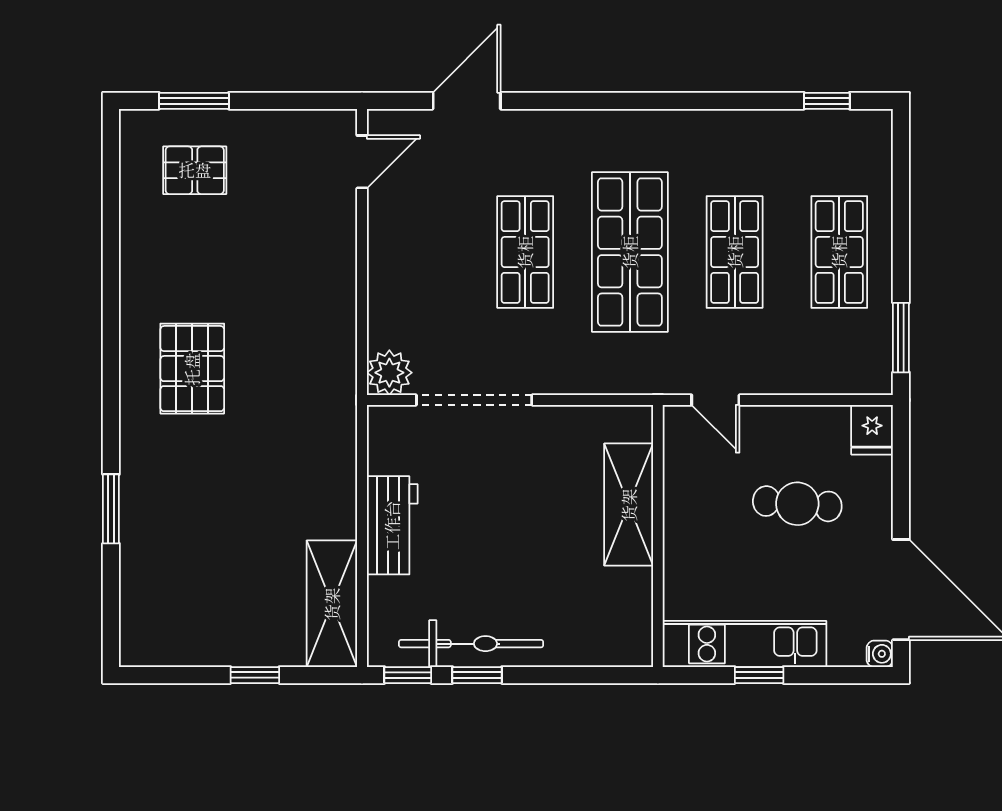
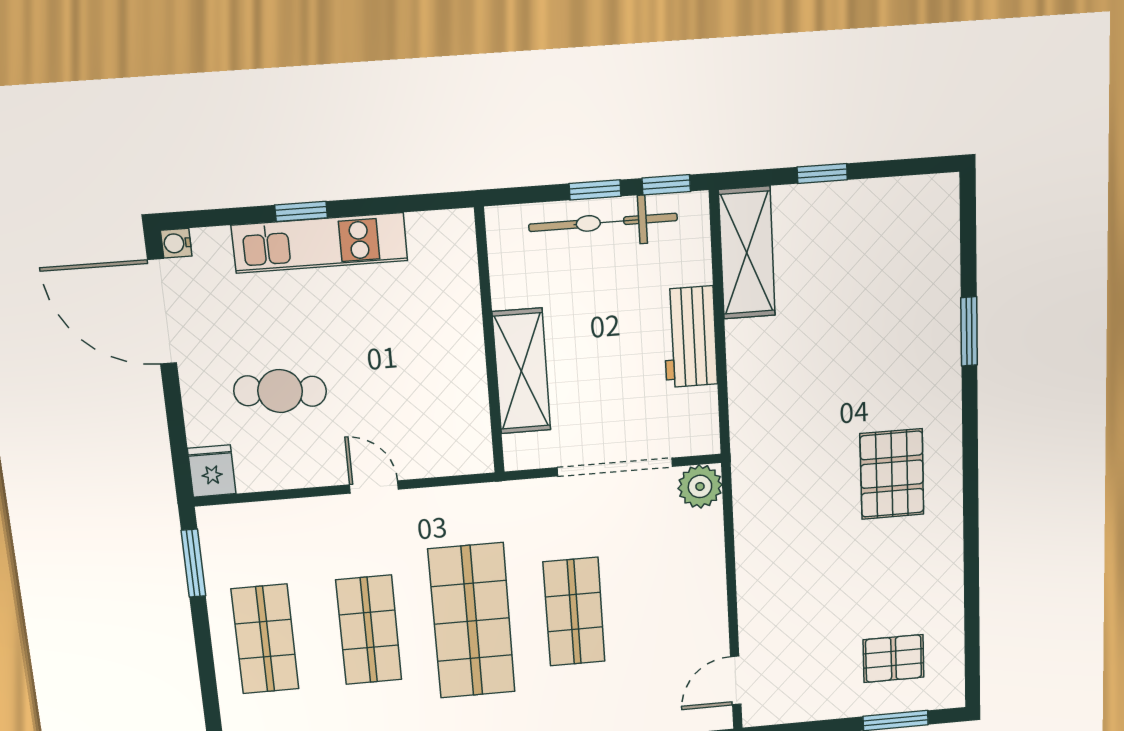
shelving: (629, 505) -> (521, 371), moved
wall: (658, 536) -> (489, 342), moved

